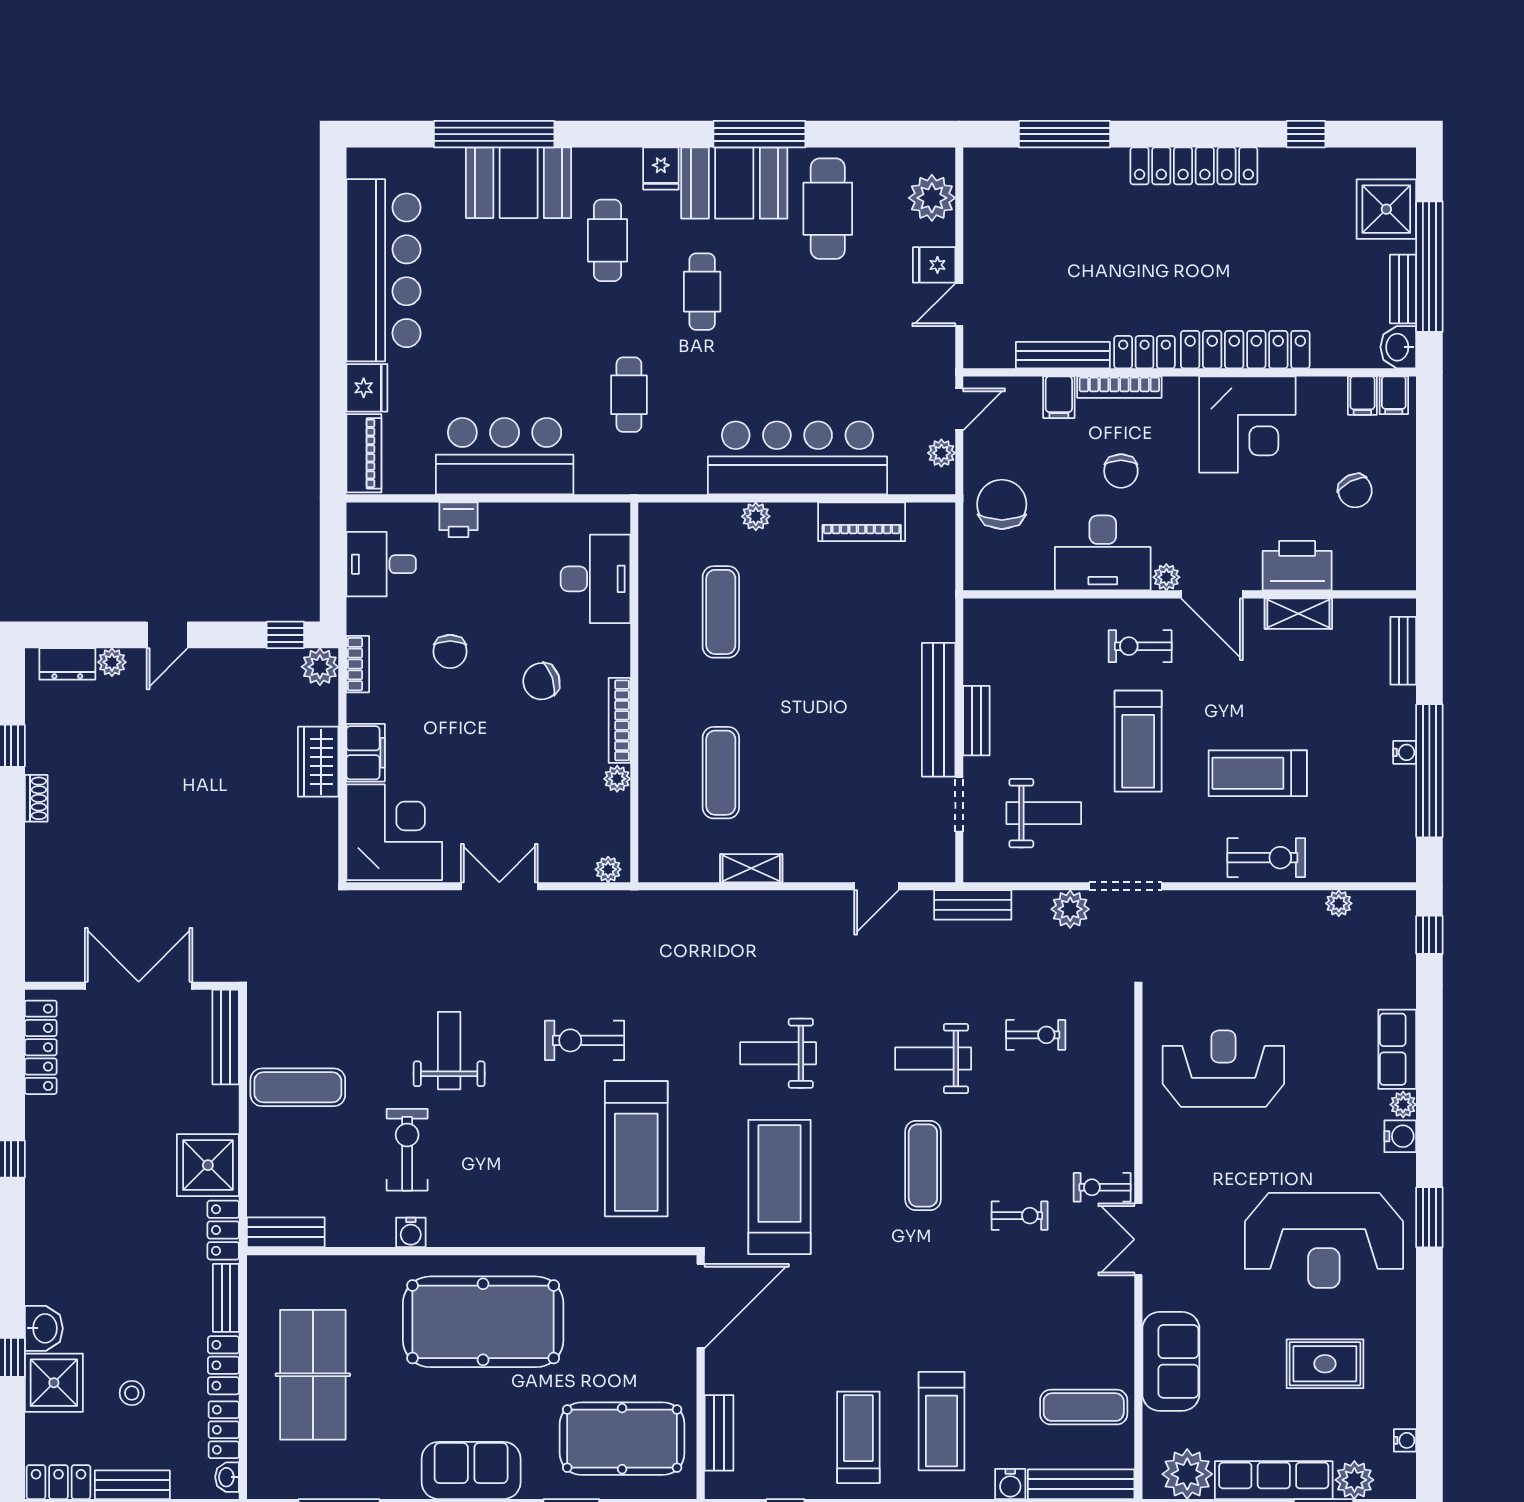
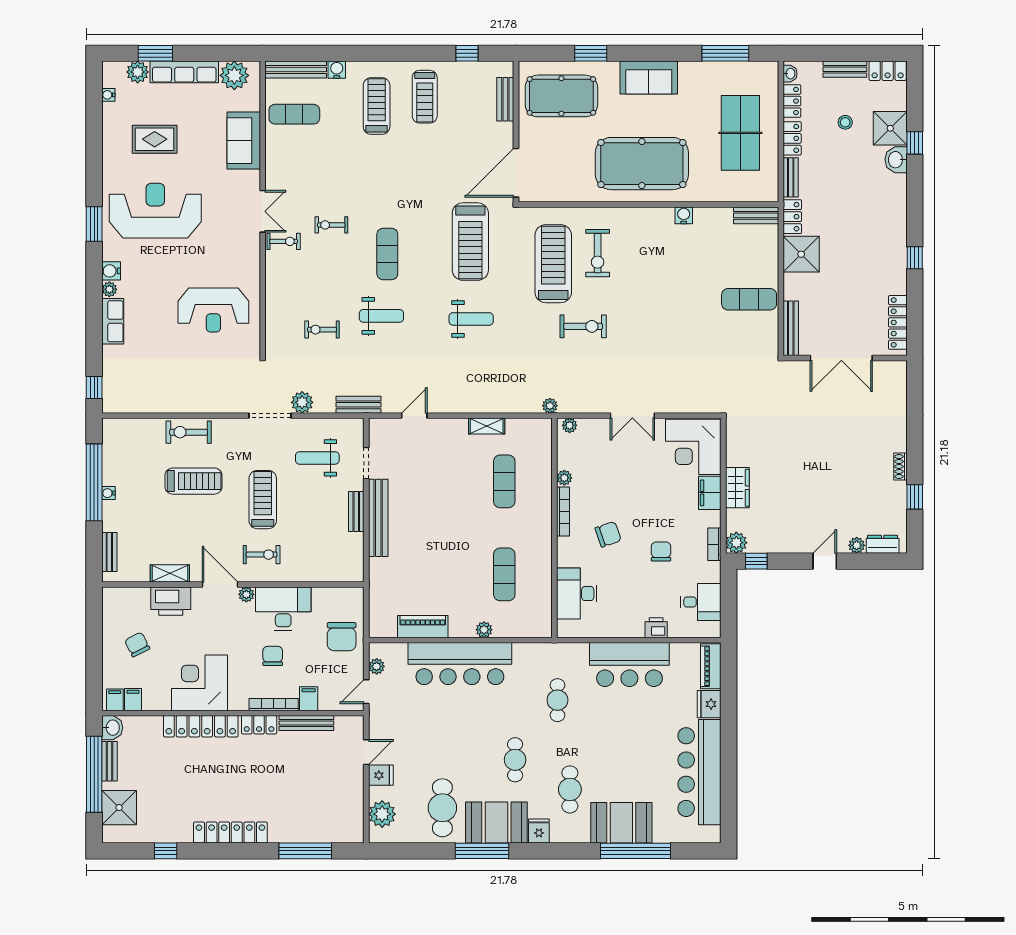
plant: (1339, 903) -> (550, 406), moved
weight bench: (449, 1051) -> (662, 321), removed
exercise bike: (407, 1150) -> (598, 253), moved

